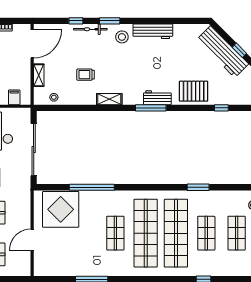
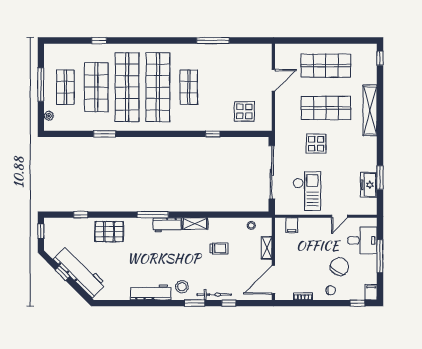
workbench: (157, 98) -> (167, 225), moved
window: (92, 187) -> (213, 134), width x0.32
display table: (61, 209) -> (244, 111), width x0.54, depth x0.54
shop shelf: (206, 233) -> (96, 87), width x1.43, depth x1.36

